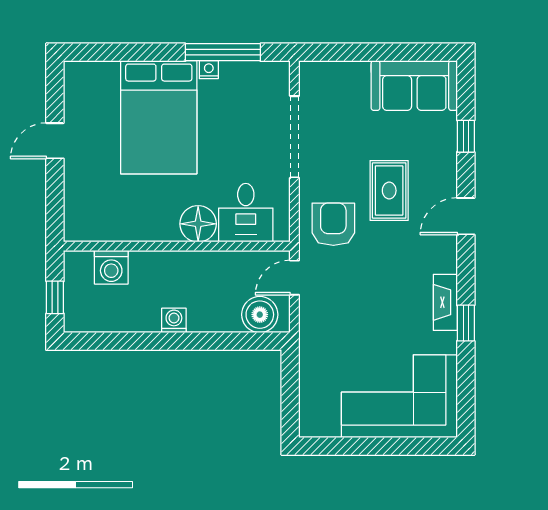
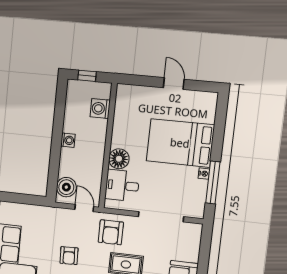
armchair: (333, 224) -> (111, 232), turned 90
armchair: (386, 297) -> (69, 256), added

